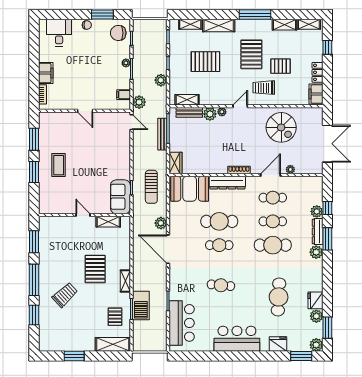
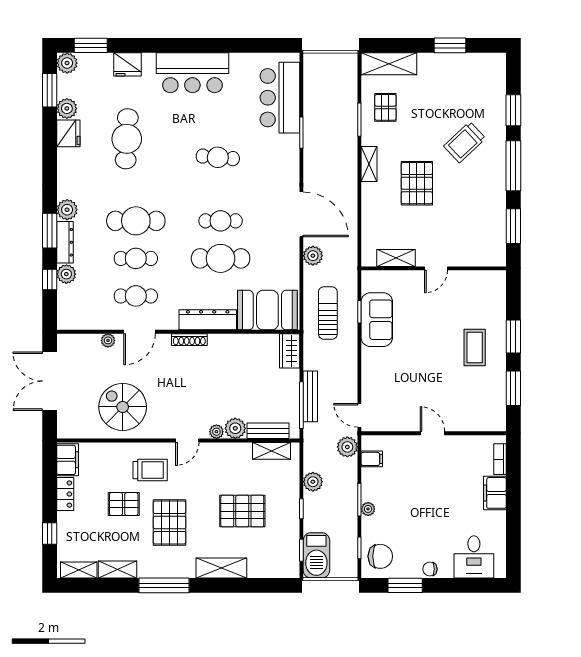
shelving: (190, 24) -> (266, 570), removed
sofa: (120, 197) -> (377, 320), moved
door: (83, 215) -> (436, 268), hinge flipped
barbecue: (141, 305) -> (316, 555), moved, turned 180

